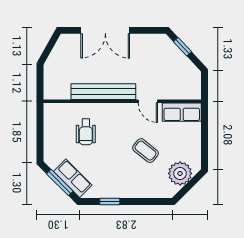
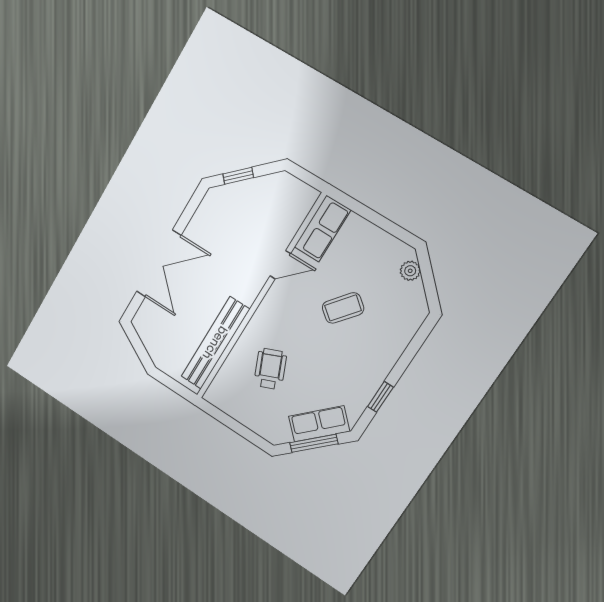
bench: (103, 92) -> (215, 343), moved
wheelchair: (86, 132) -> (270, 369), turned -113
plant: (180, 173) -> (410, 271), width x0.53, depth x0.53

